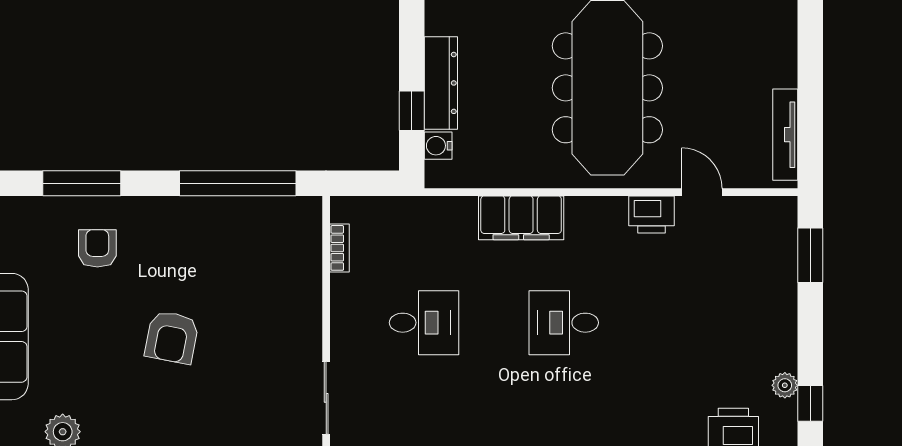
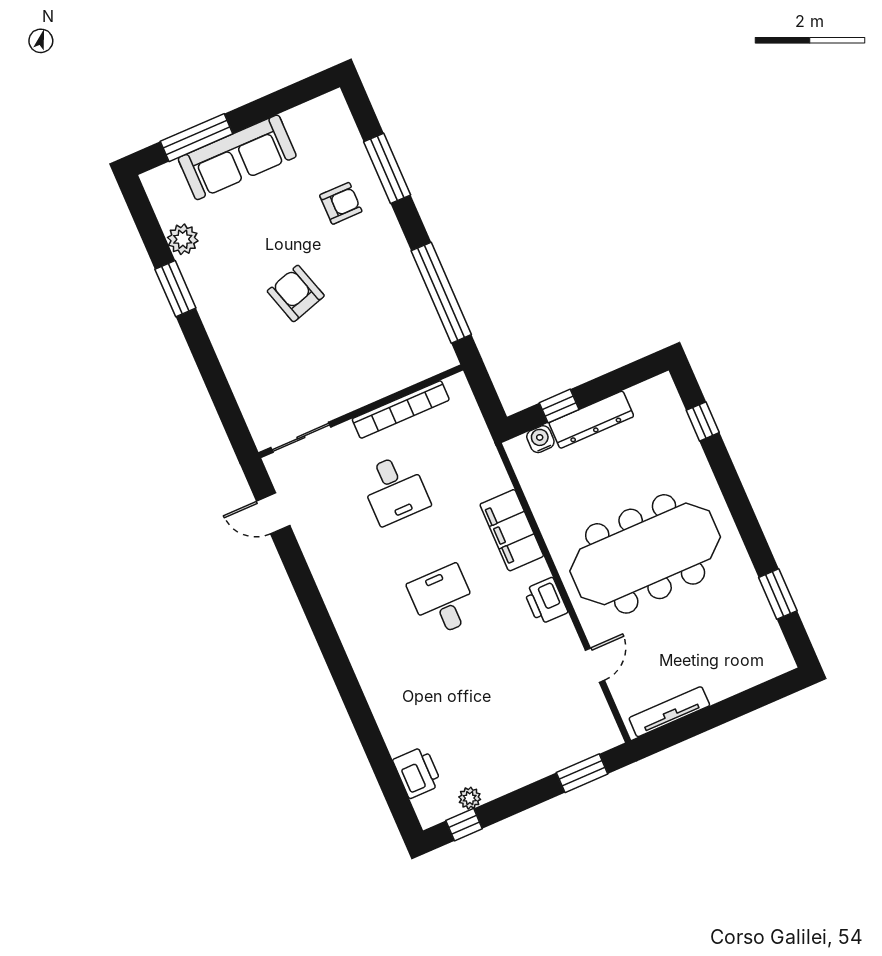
printer: (652, 215) -> (546, 601), moved
bookcase: (340, 248) -> (401, 409), width x2.31, depth x1.31
armchair: (172, 337) -> (296, 293), turned 62

